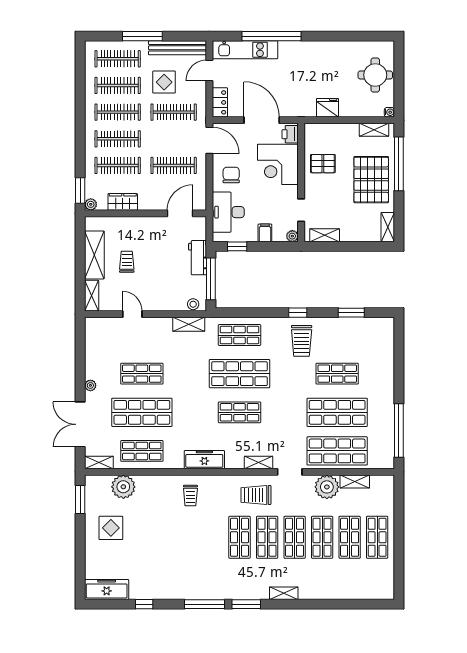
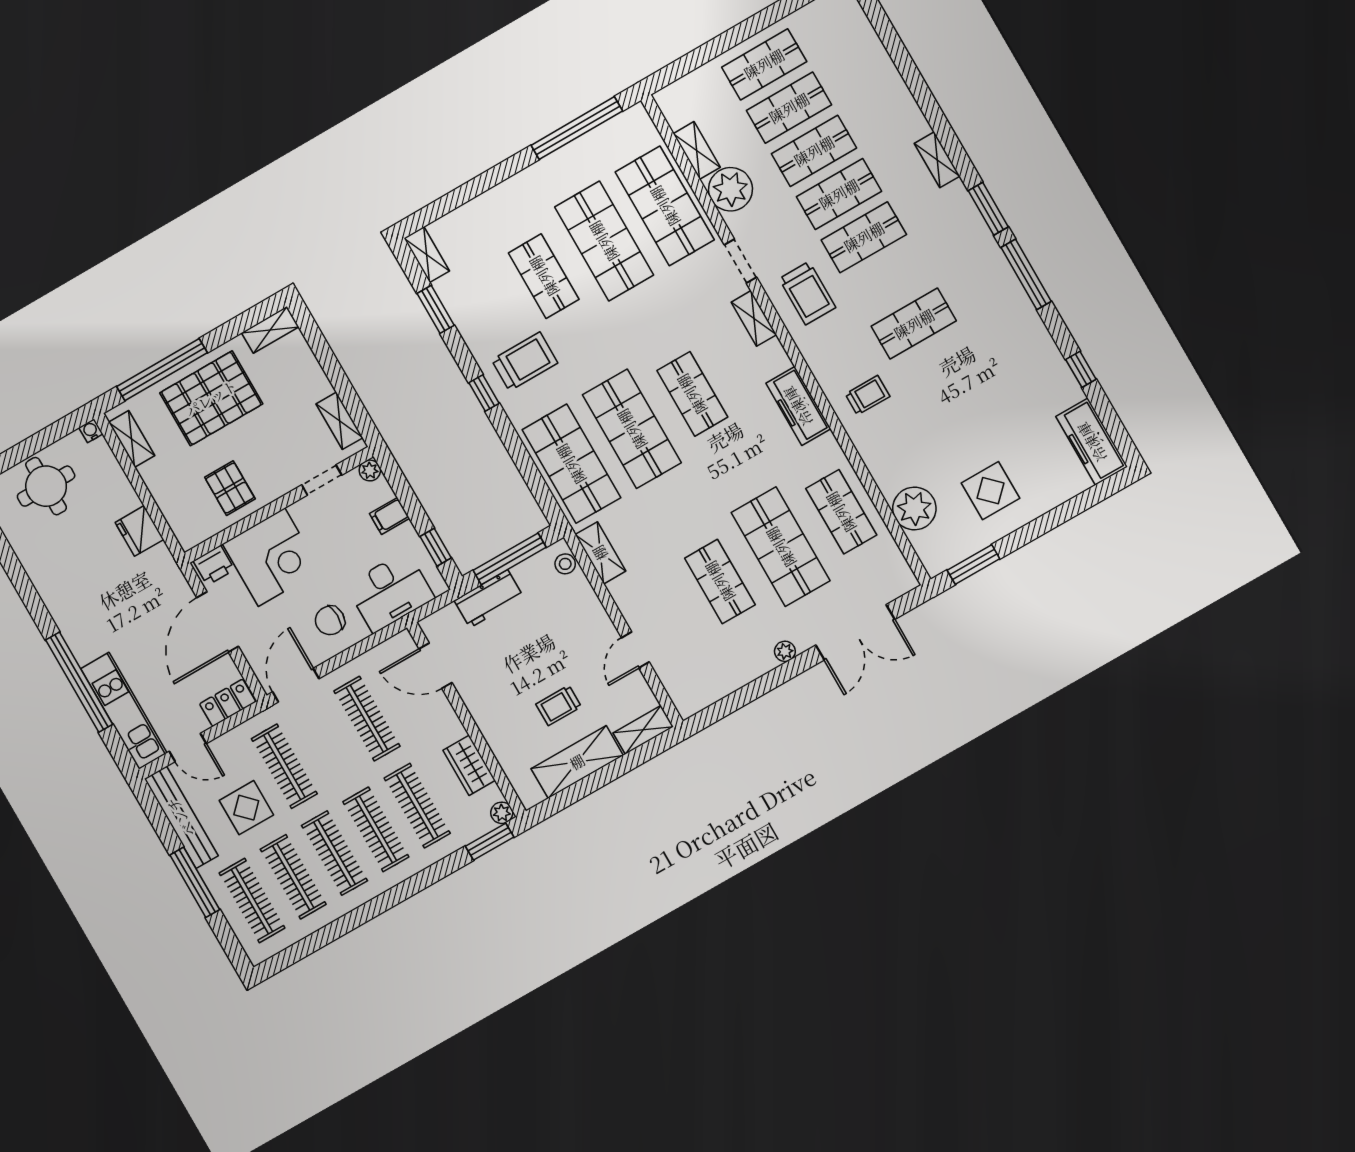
shop shelf: (240, 335) -> (571, 464), width x1.43, depth x1.36
shelving: (99, 462) -> (427, 255), moved
shop shelf: (240, 537) -> (914, 324), moved

